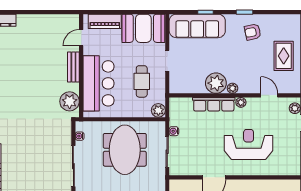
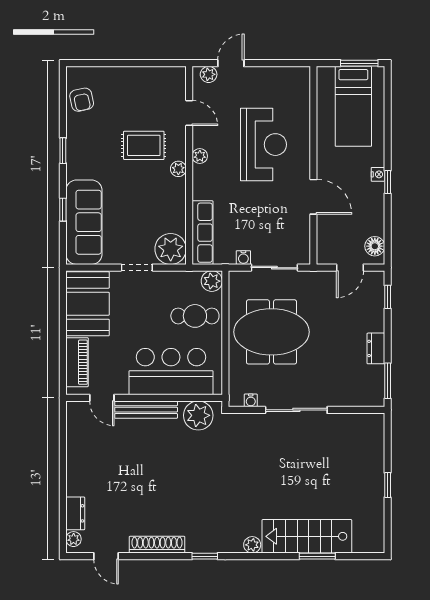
armchair: (253, 32) -> (82, 100), moved
rug: (284, 56) -> (144, 145), moved
bench: (73, 67) -> (146, 410), width x1.36
cafe table: (142, 81) -> (195, 316), moved
plant: (216, 83) -> (171, 249), moved
door: (269, 95) -> (189, 113), swing flipped
row of seats: (214, 104) -> (203, 233), moved
reception desk: (249, 144) -> (263, 145), turned 180

